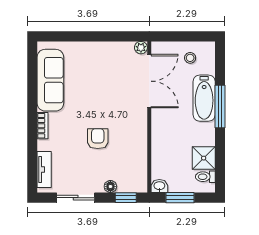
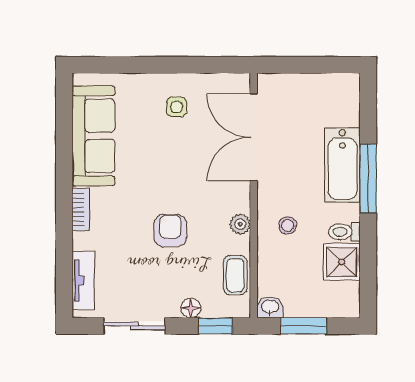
plant: (141, 48) -> (240, 224), moved
stool: (190, 58) -> (288, 225), moved
side table: (102, 62) -> (177, 107), added
double door: (149, 81) -> (254, 137), swing flipped
coffee table: (138, 166) -> (235, 275), added
toilet: (205, 177) -> (344, 232), moved

